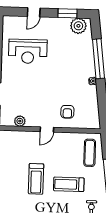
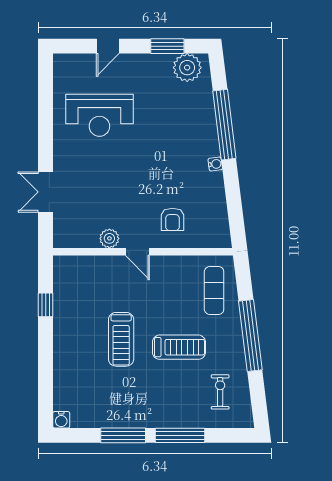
plant: (20, 121) -> (109, 238), moved
door: (47, 129) -> (137, 252), hinge flipped
treadmill: (69, 184) -> (179, 347), turned 180

